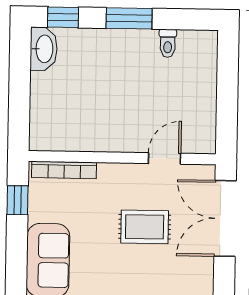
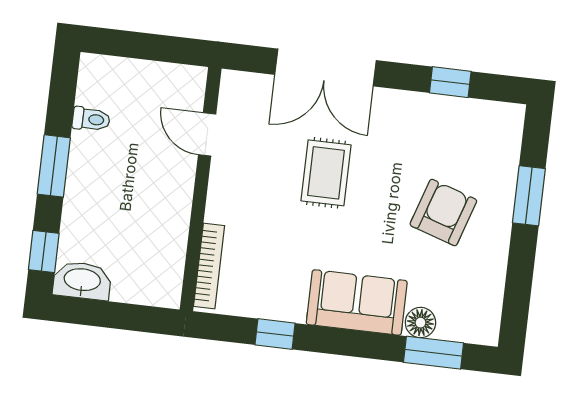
wall: (122, 158) -> (201, 189), moved
door: (164, 158) -> (207, 134), moved
bookcase: (64, 170) -> (209, 266), moved

